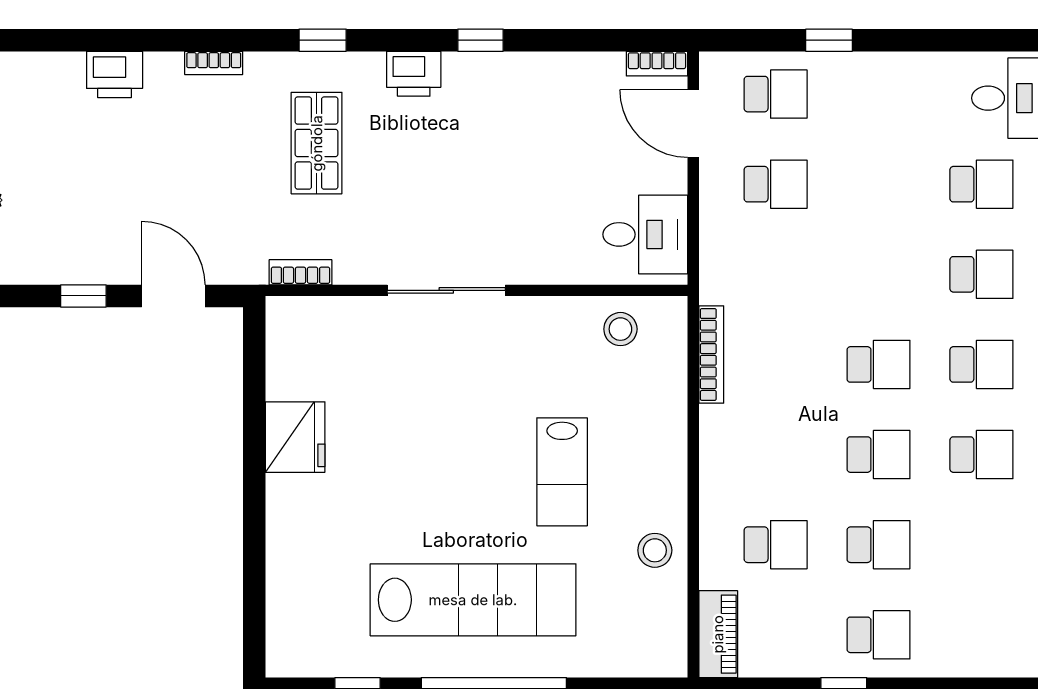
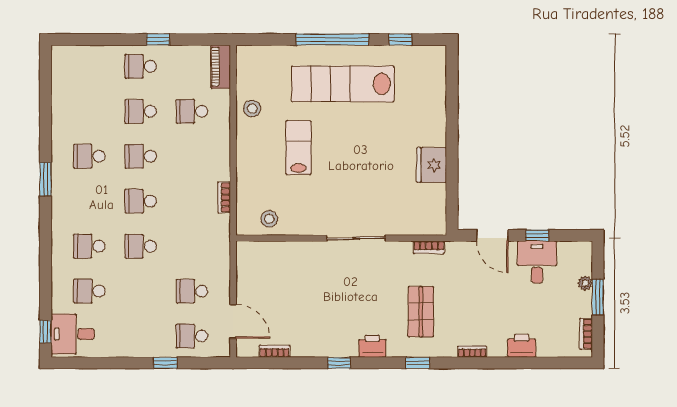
bookcase: (657, 64) -> (275, 351), moved
desk: (645, 234) -> (537, 262), moved, turned 90
bookcase: (711, 354) -> (224, 197), width x0.64
school desk: (981, 364) -> (141, 246), moved

